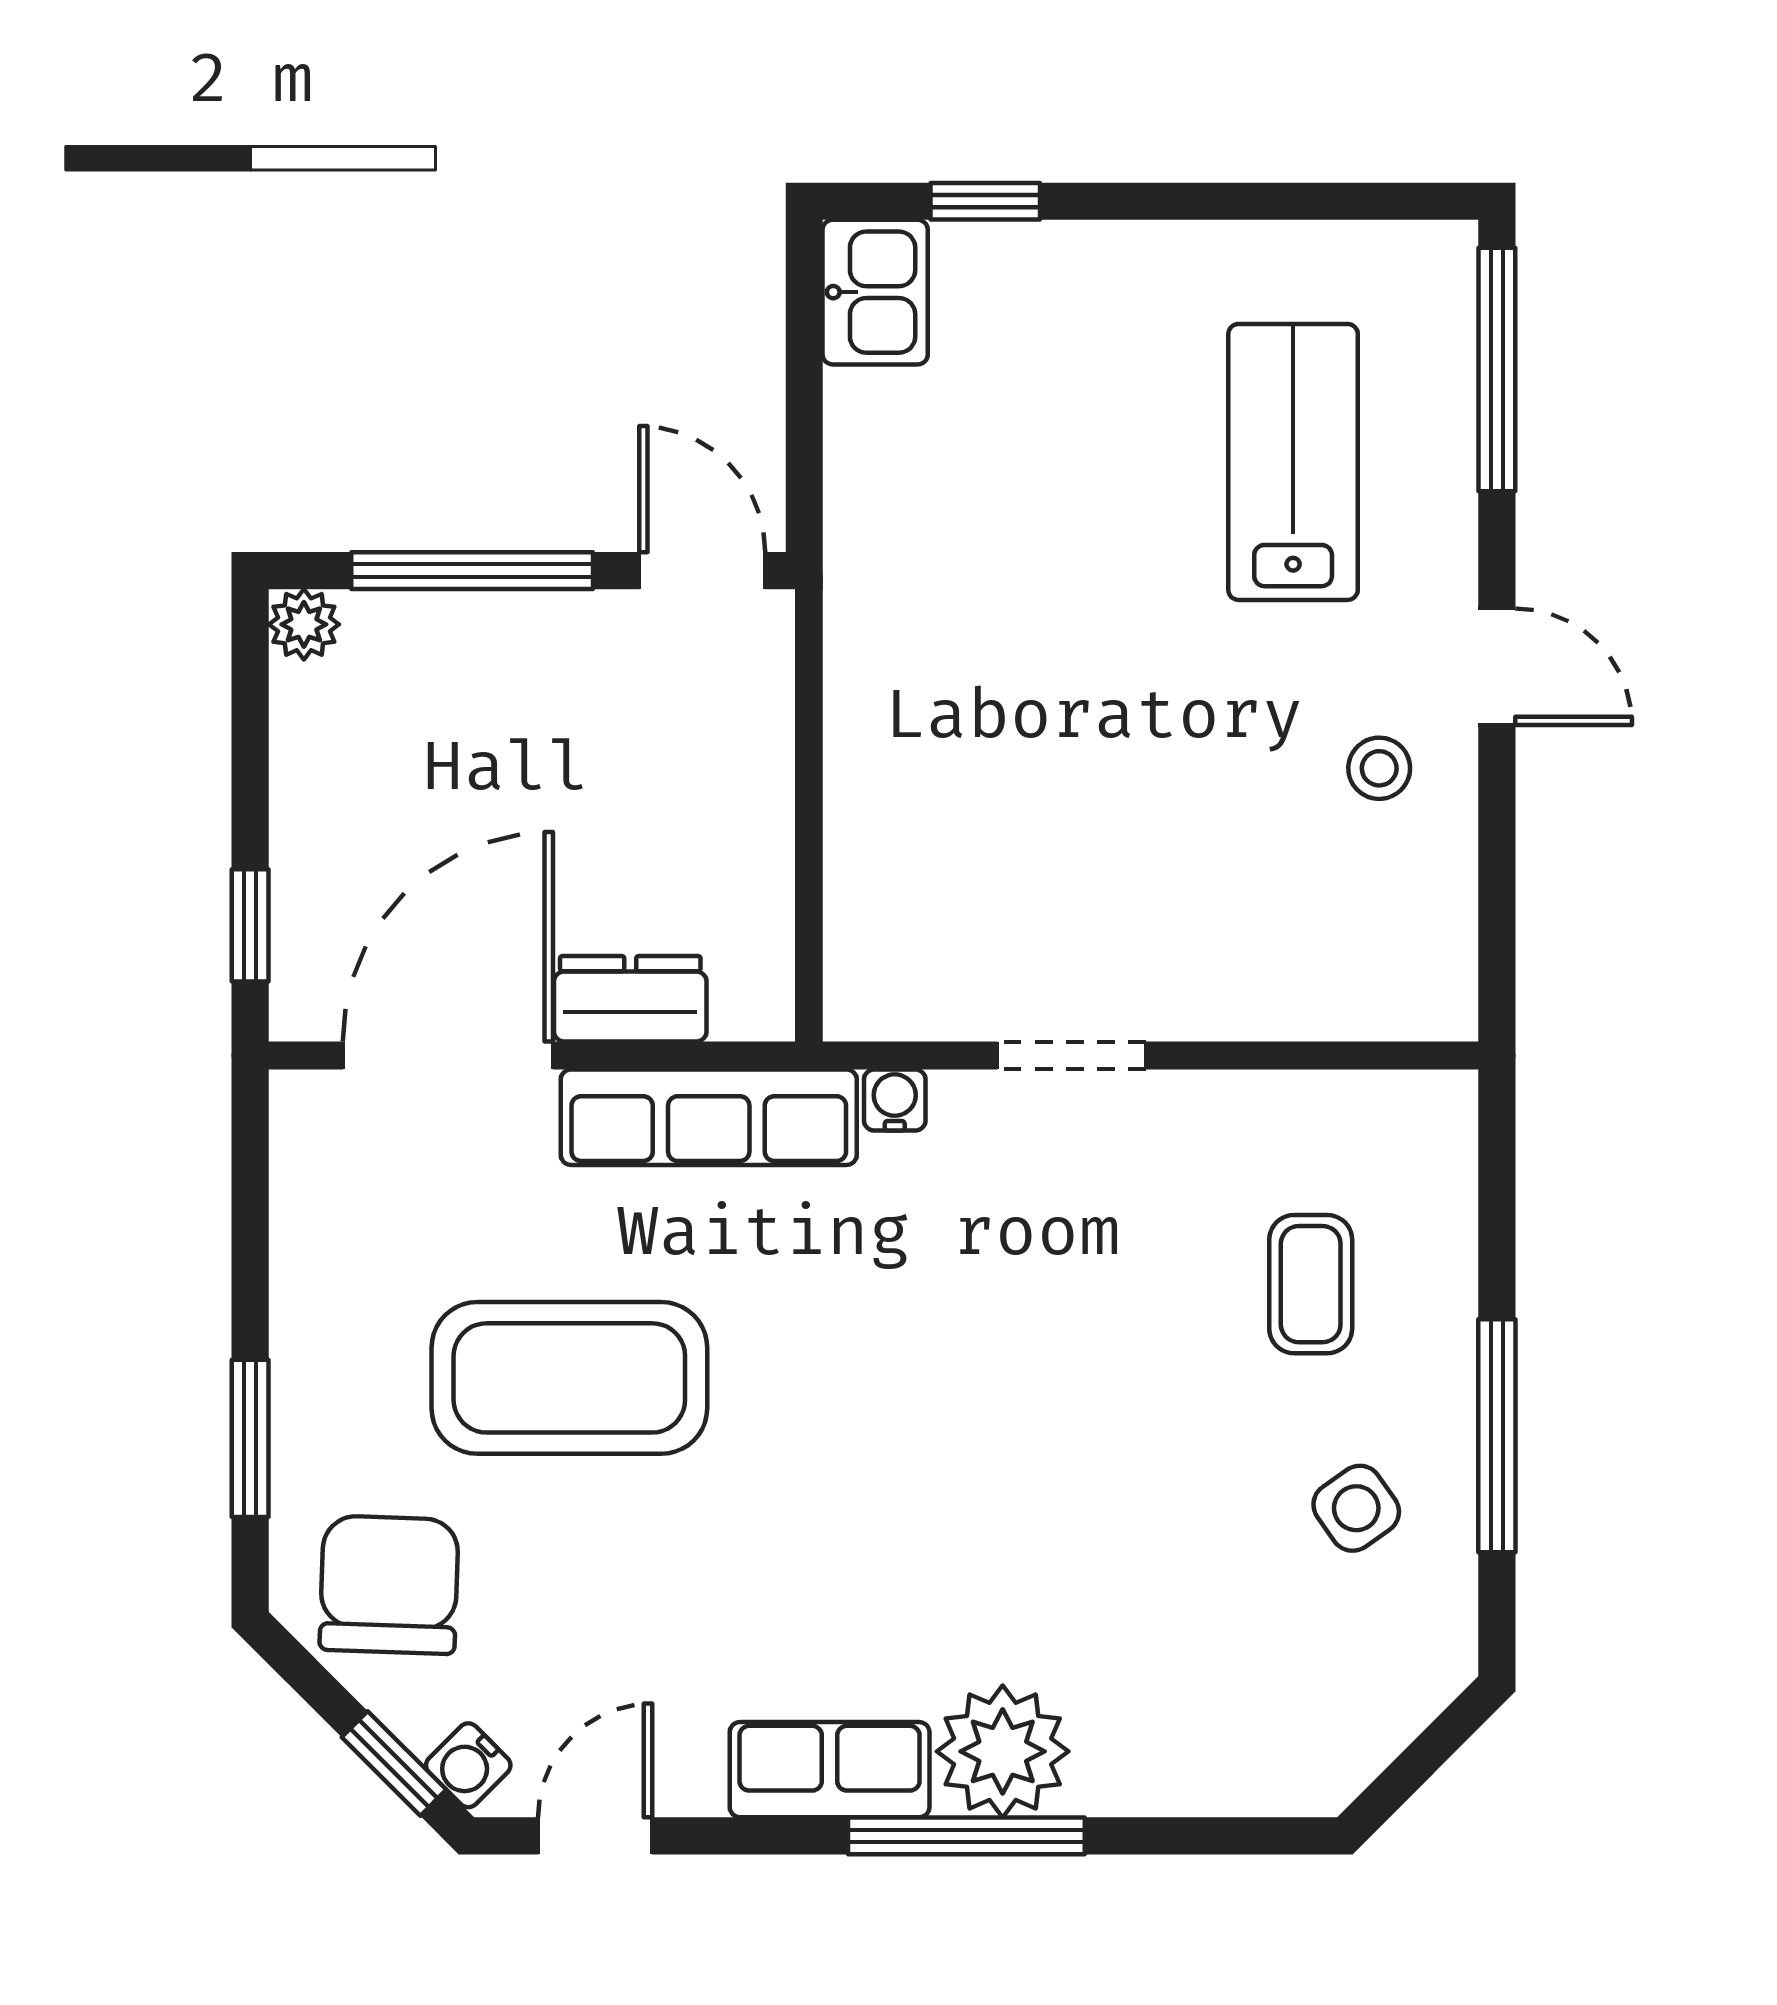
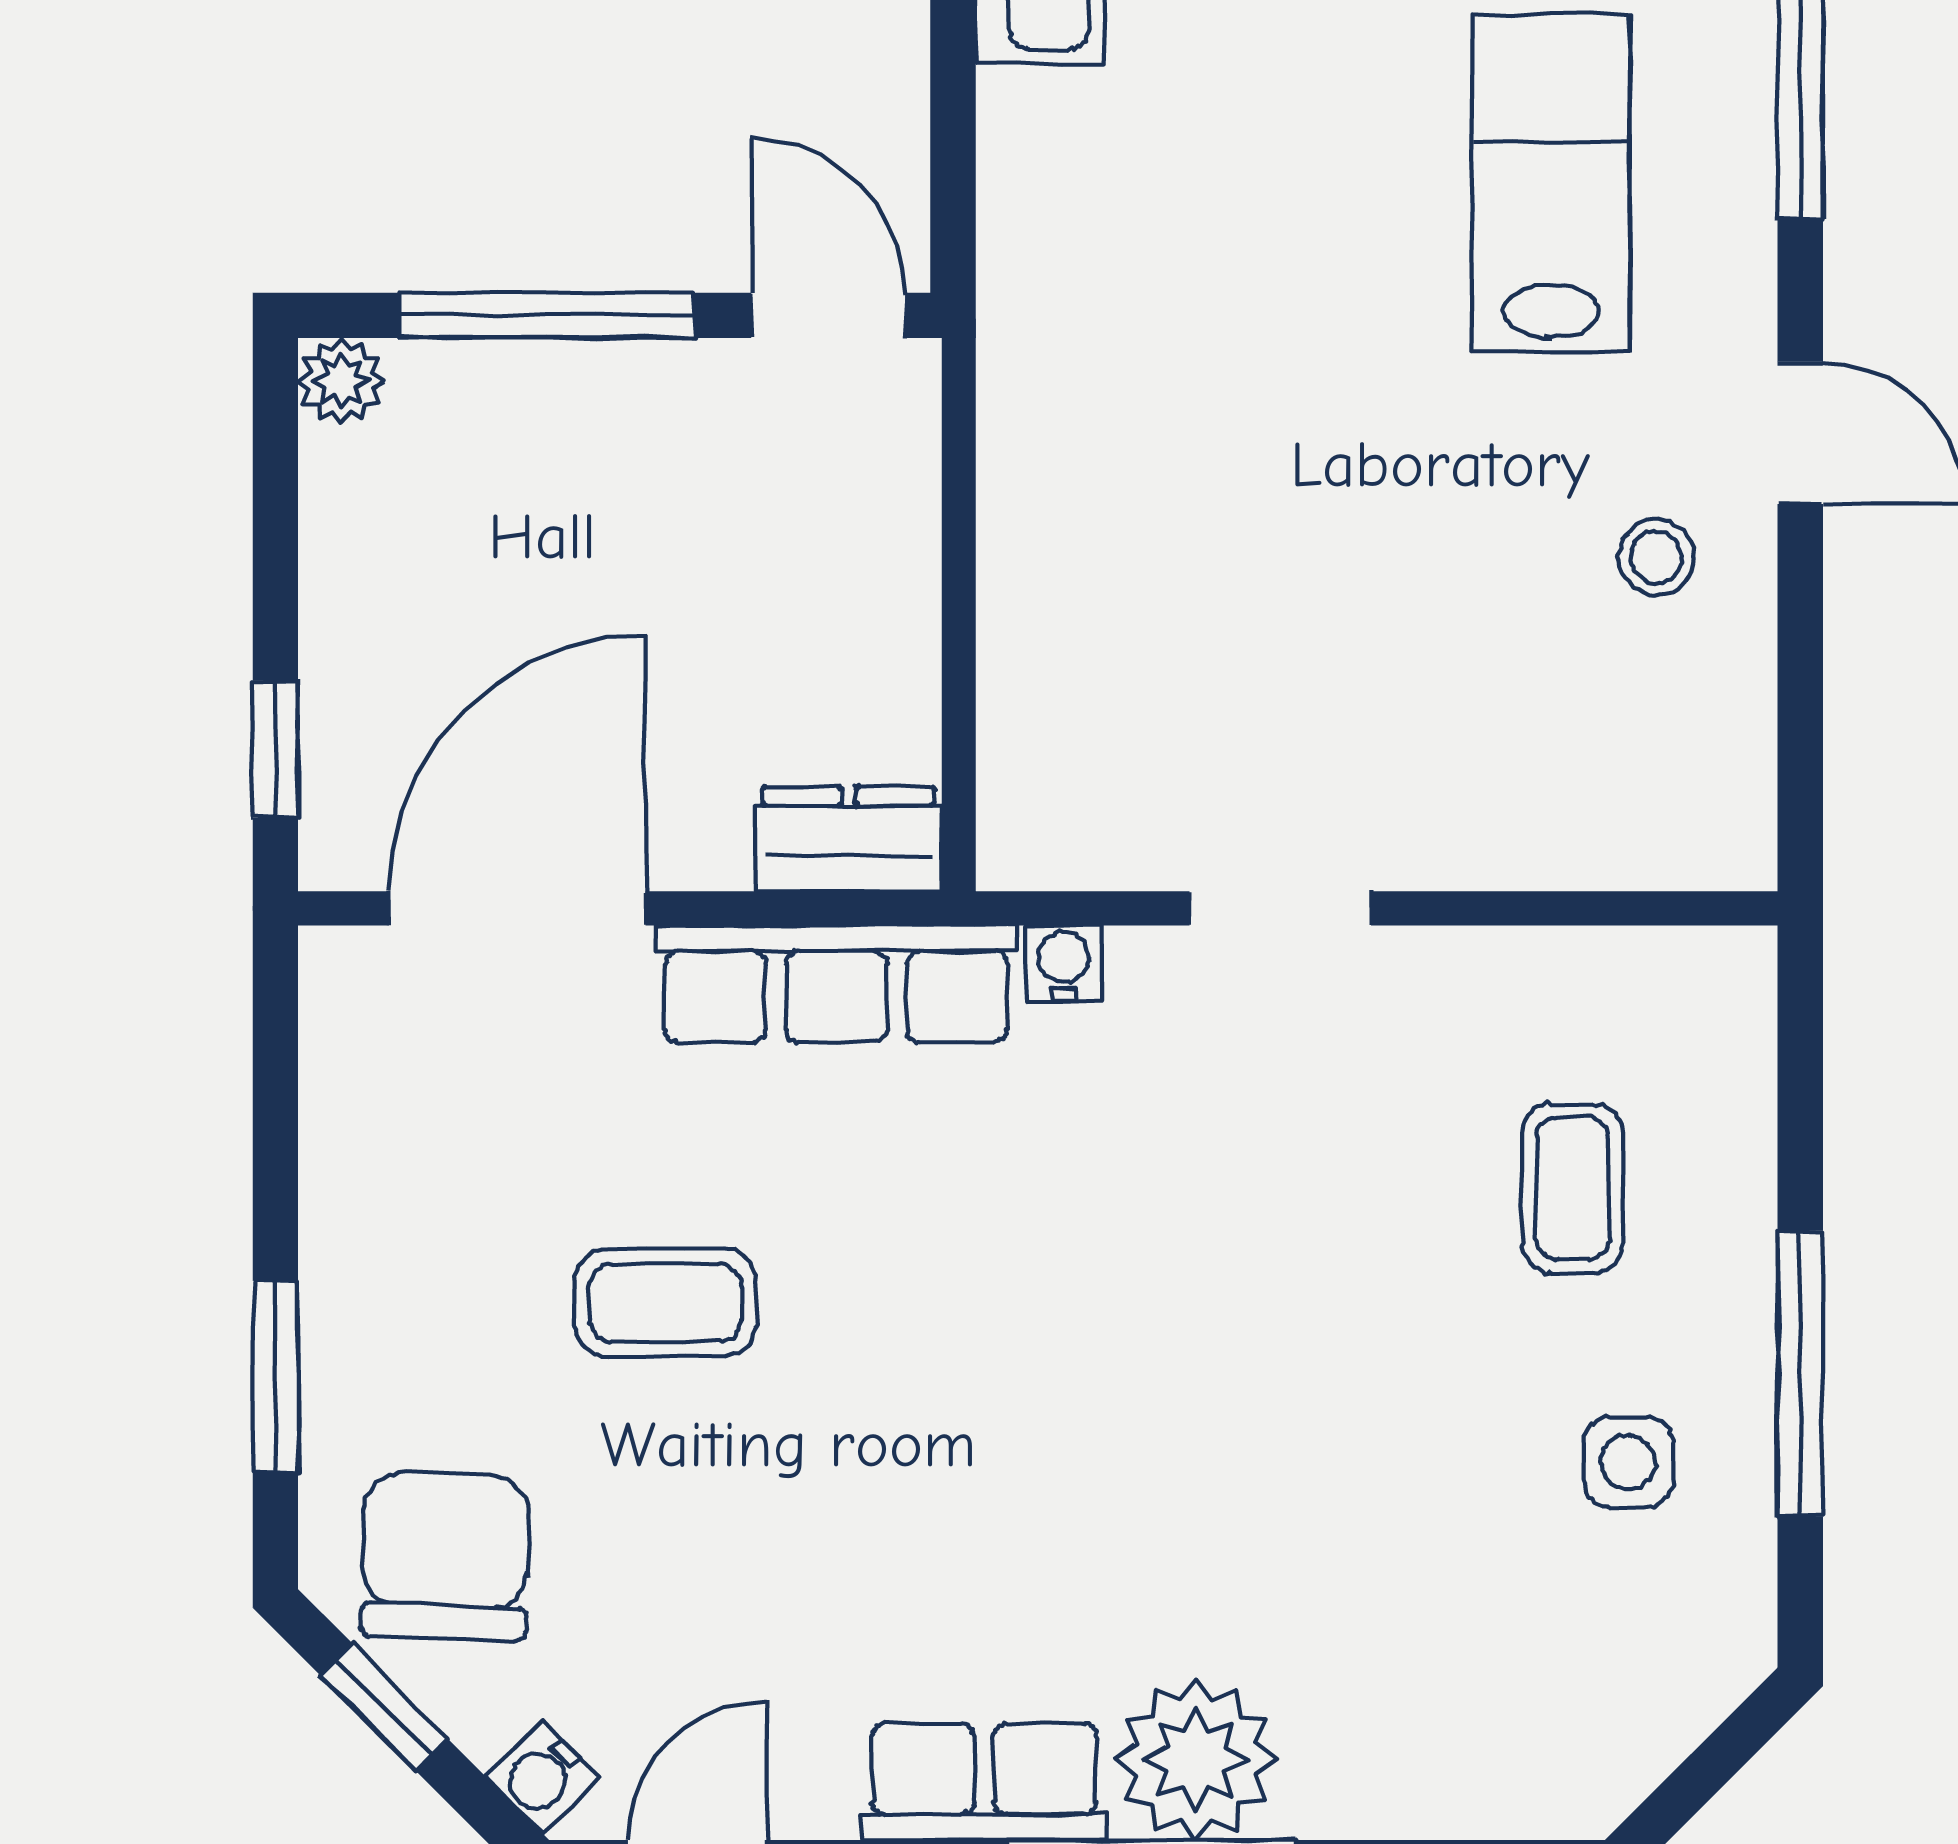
dresser: (630, 999) -> (849, 839), moved
coffee table: (569, 1378) -> (666, 1303), width x0.54, depth x0.58
side table: (1356, 1508) -> (1628, 1462), turned 35
window: (394, 1763) -> (384, 1707), moved

